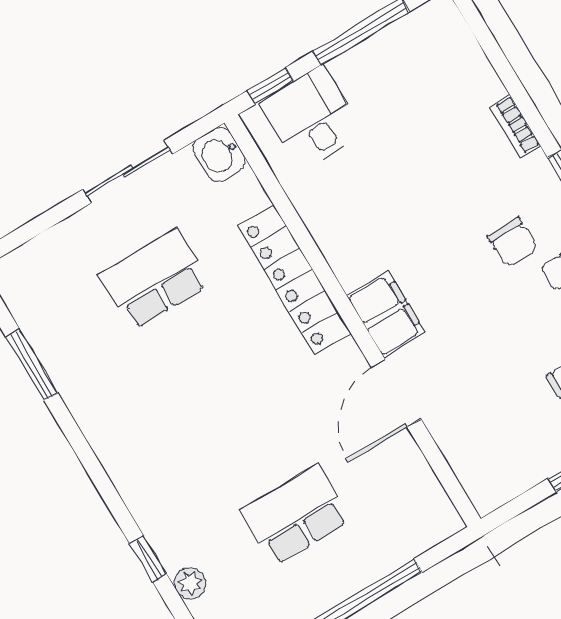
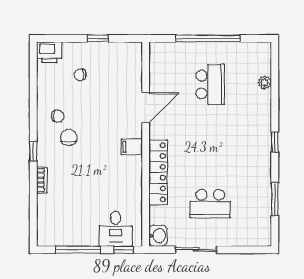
filing cabinet: (386, 314) -> (132, 147), width x0.50
school desk: (296, 515) -> (210, 84), turned -90
window: (148, 559) -> (275, 142), moved

